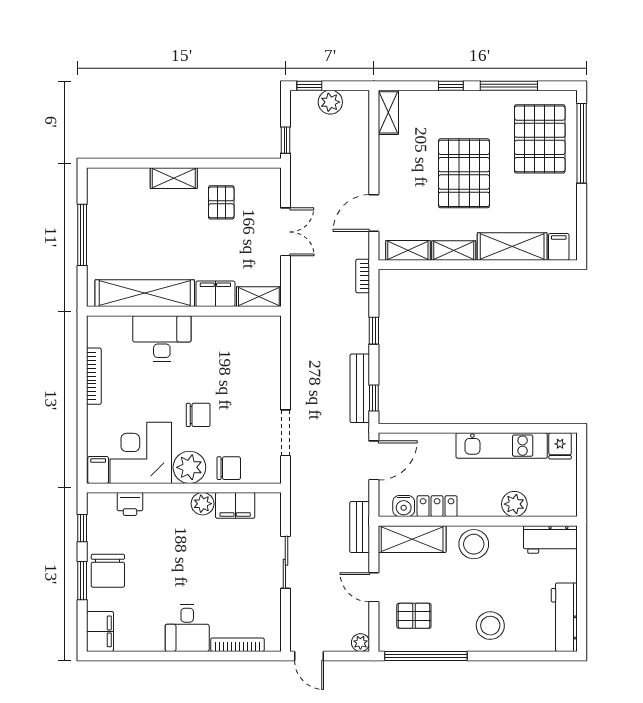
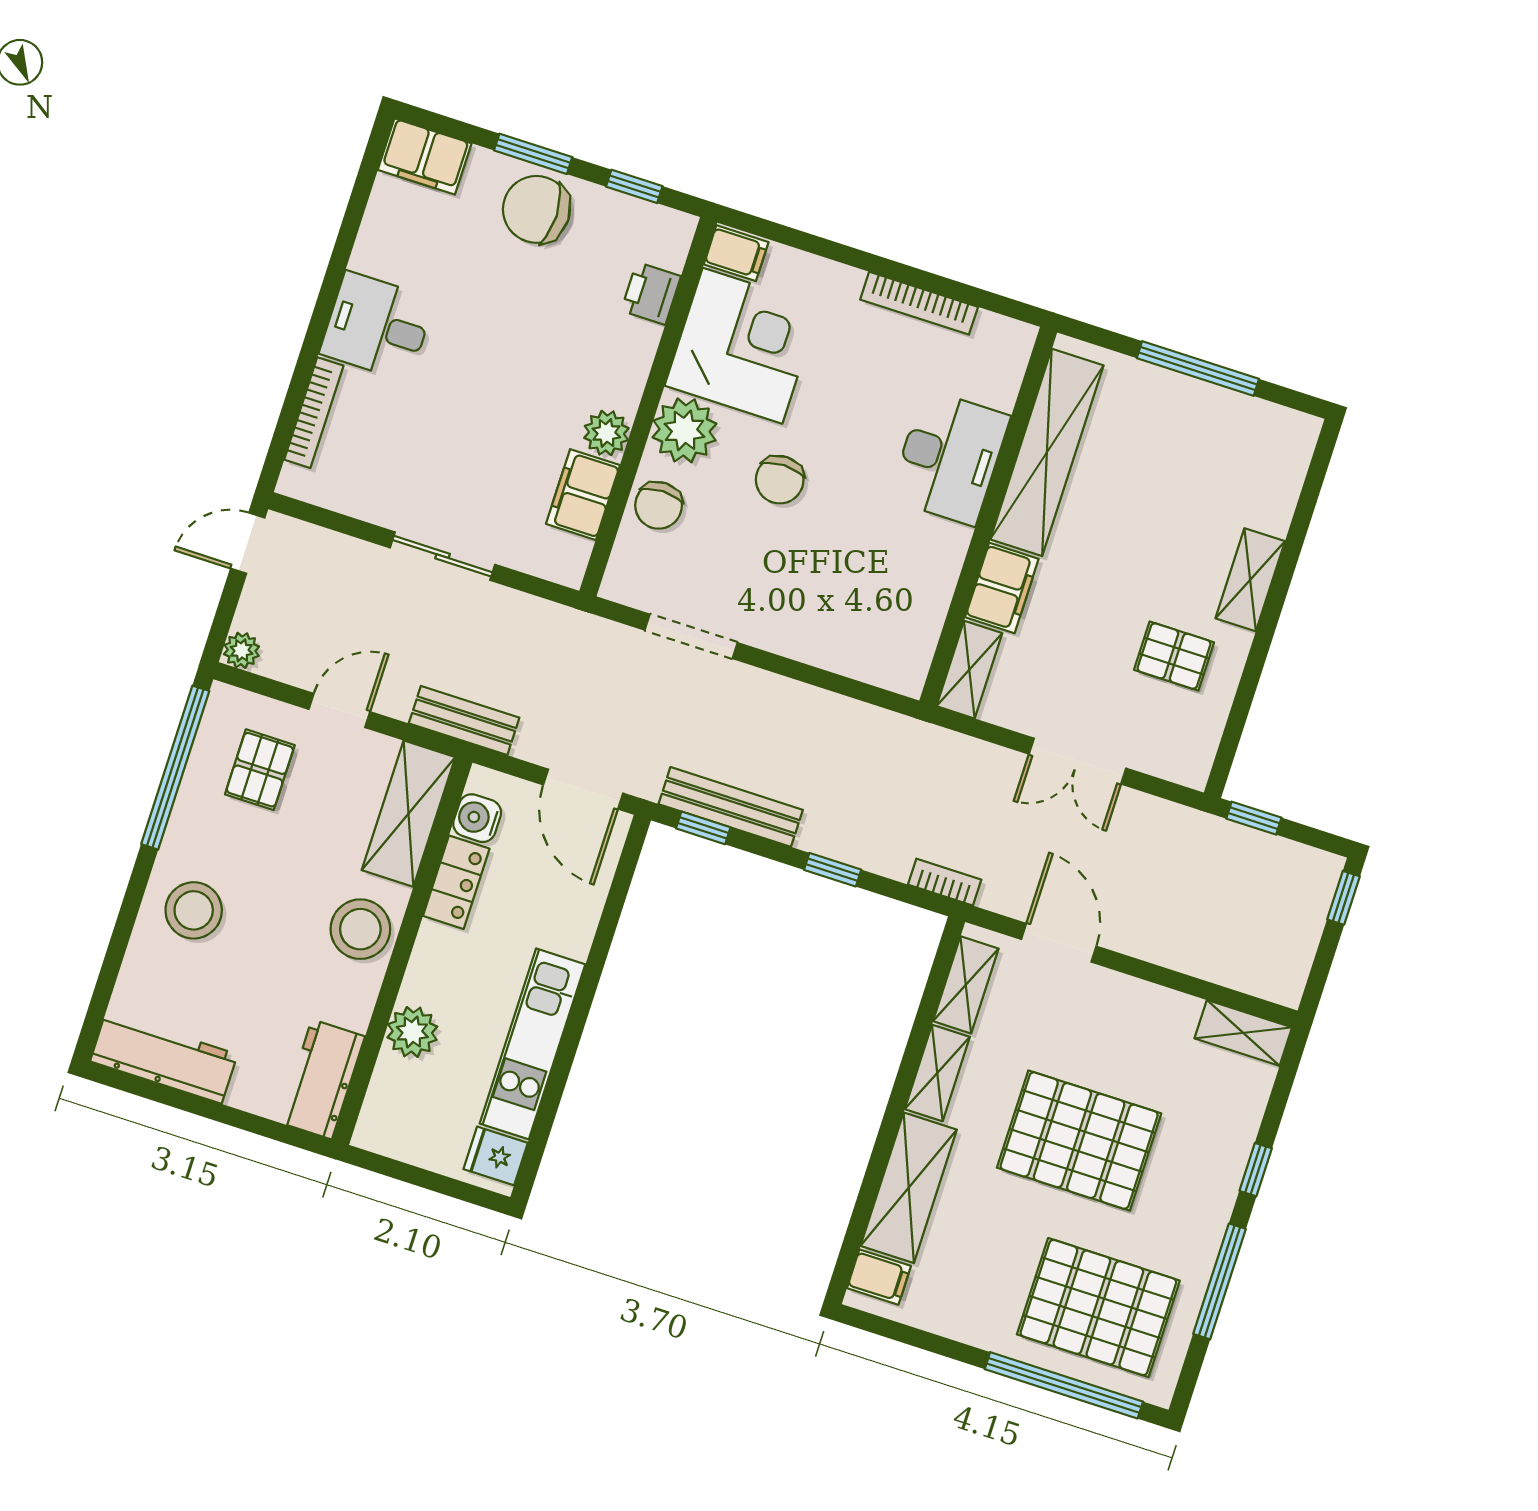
plant: (330, 102) -> (1299, 928), removed

